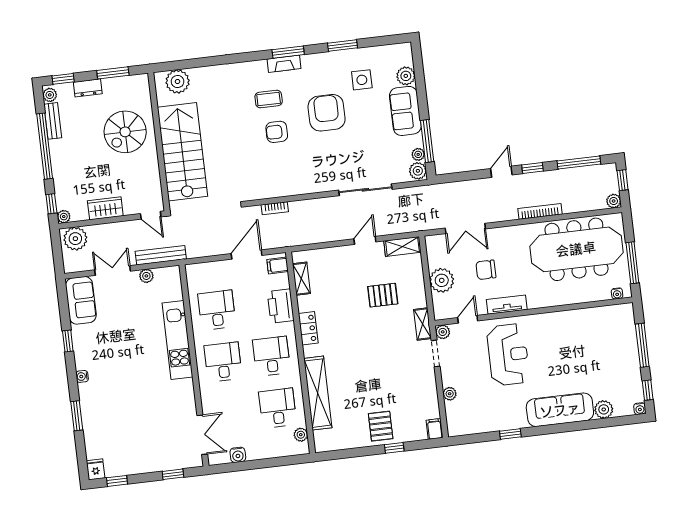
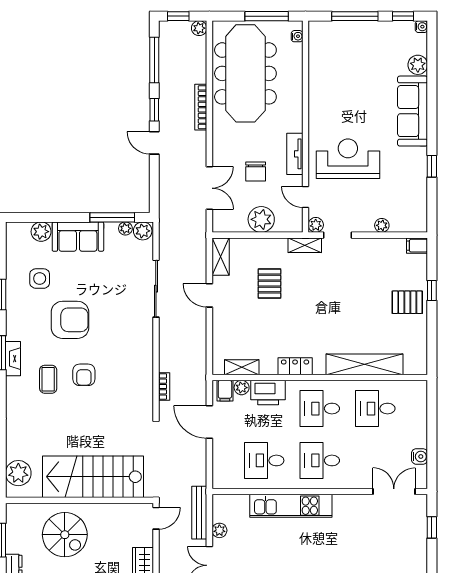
armchair: (327, 113) -> (70, 320), turned 180
plant: (301, 435) -> (242, 388), moved

